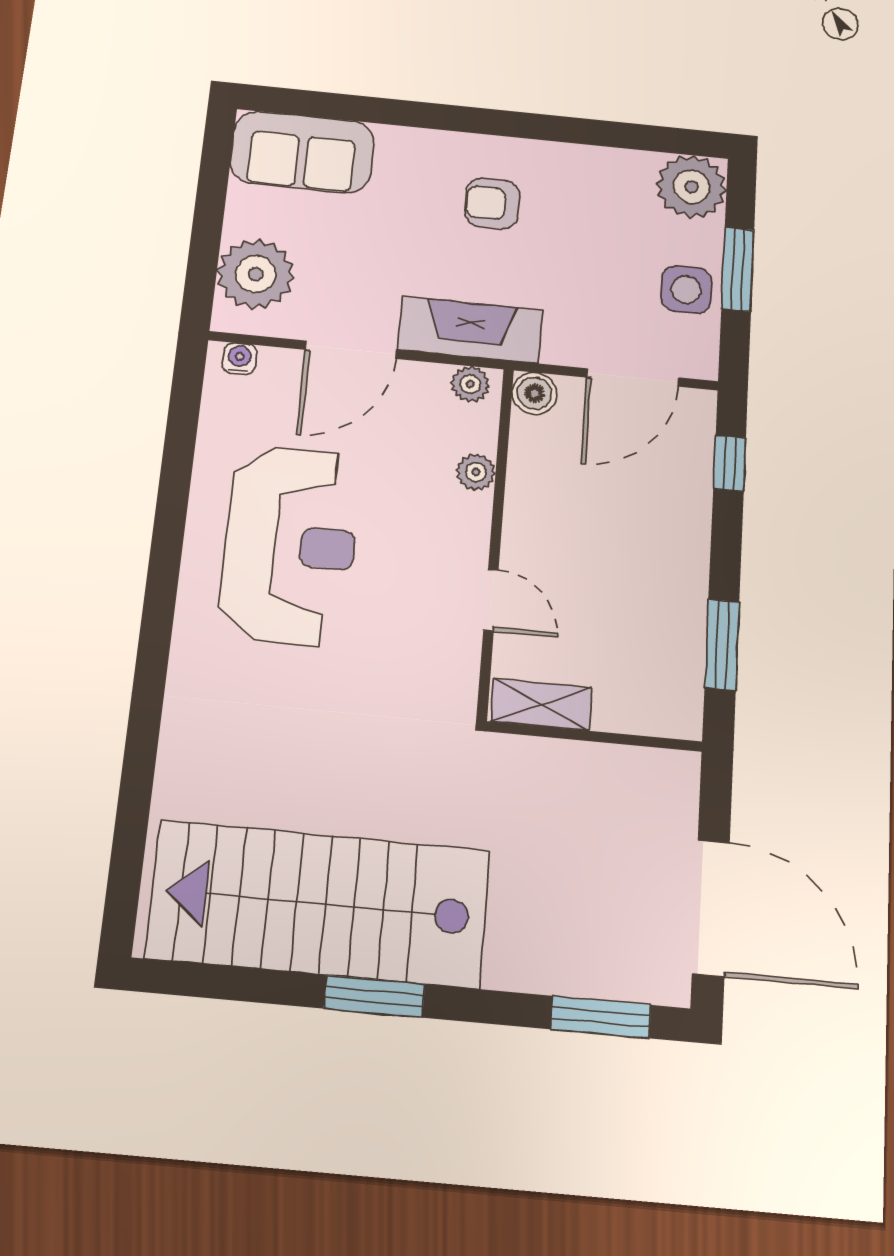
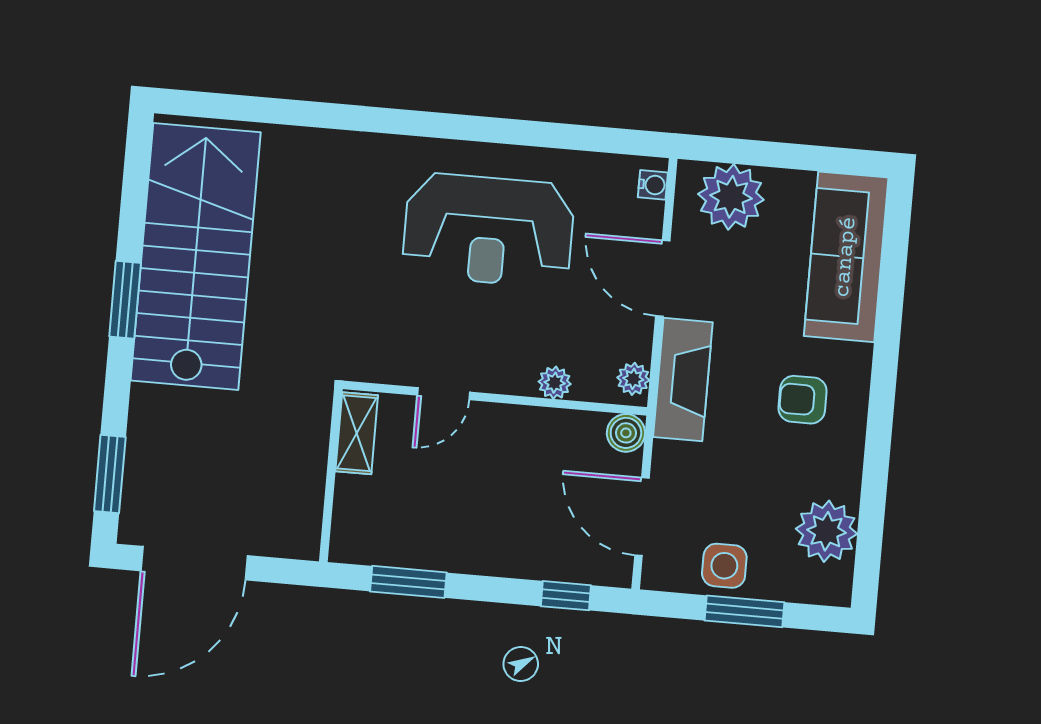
sofa: (302, 152) -> (846, 257), width x1.36
plant: (691, 187) -> (827, 531), moved
armchair: (492, 203) -> (803, 400), turned -90

